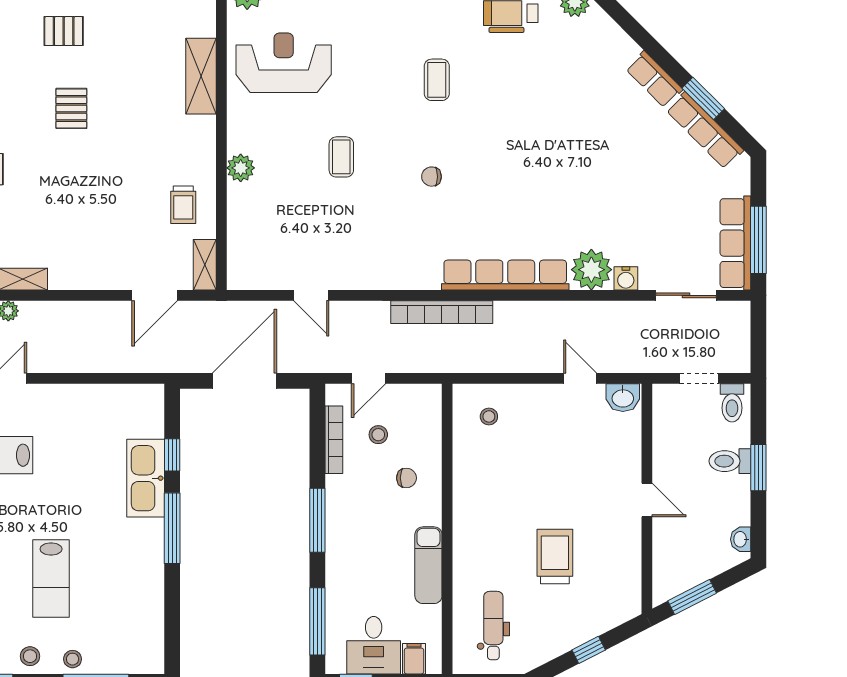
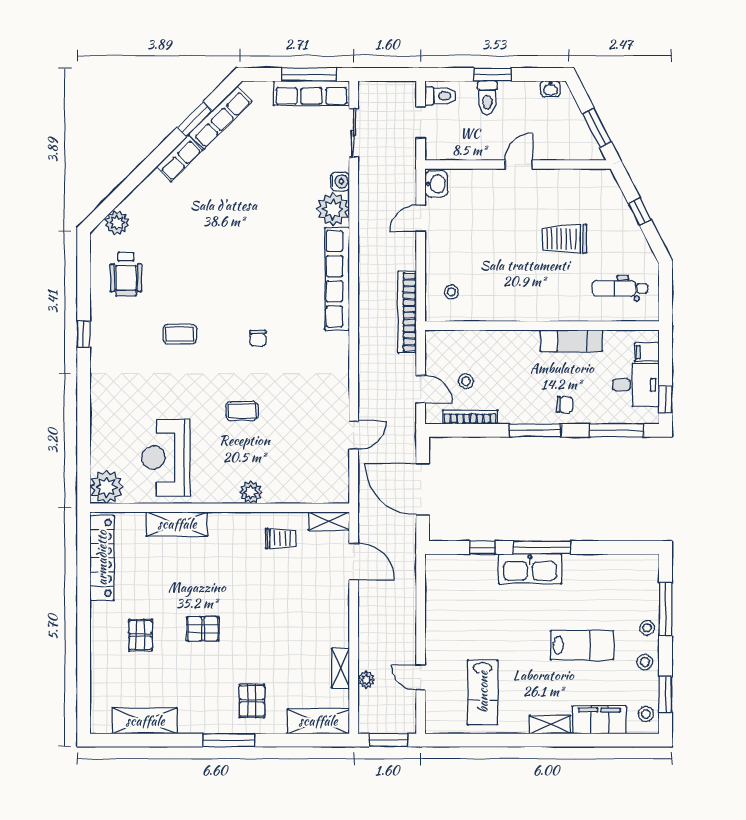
bookcase: (442, 312) -> (407, 312), moved, turned 180
kitchen sink: (146, 478) -> (530, 569), moved
chair: (406, 478) -> (565, 405), moved, turned 93

